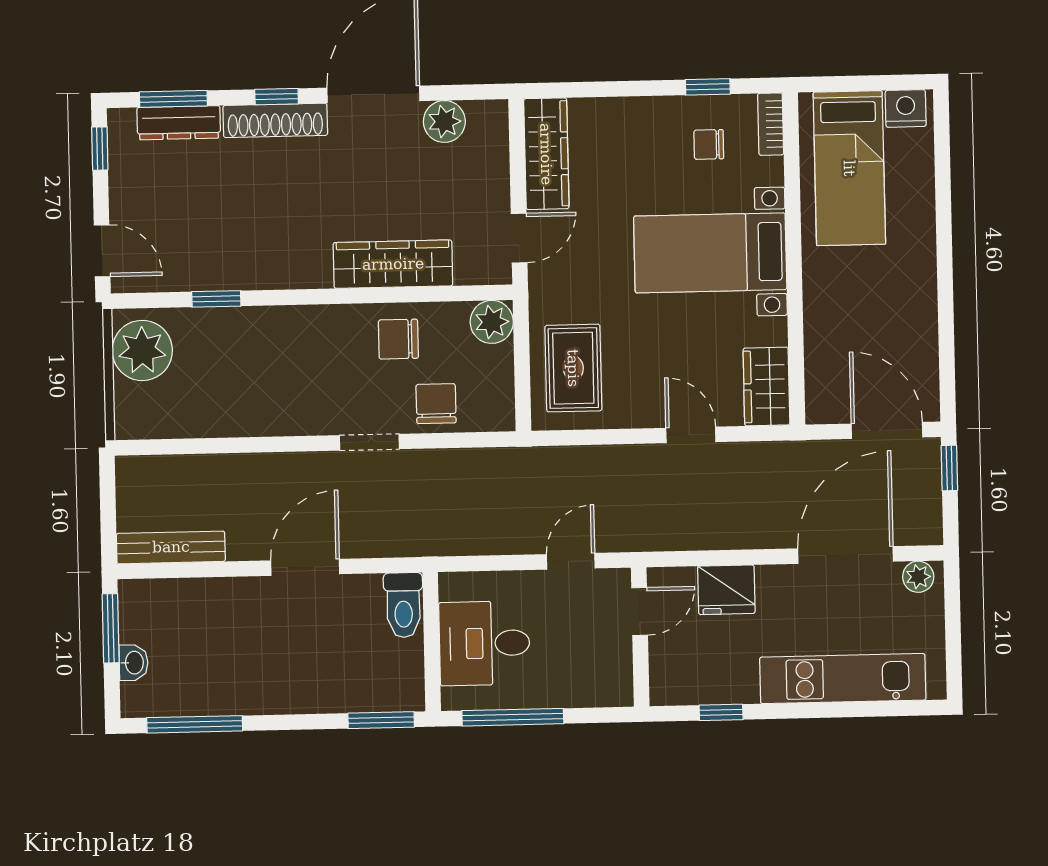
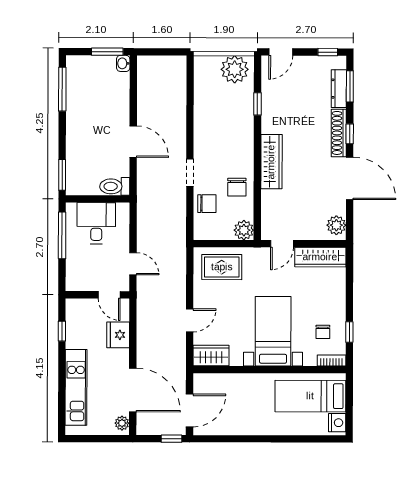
plant: (444, 121) -> (336, 225), moved
chair: (709, 144) -> (323, 332), turned 180
door: (519, 238) -> (282, 244), hinge flipped
wardrobe: (393, 264) -> (271, 162), moved
chair: (398, 339) -> (237, 187), turned 180
bench: (171, 547) -> (144, 80), removed
washbasin: (134, 663) -> (123, 63), moved, turned 90

